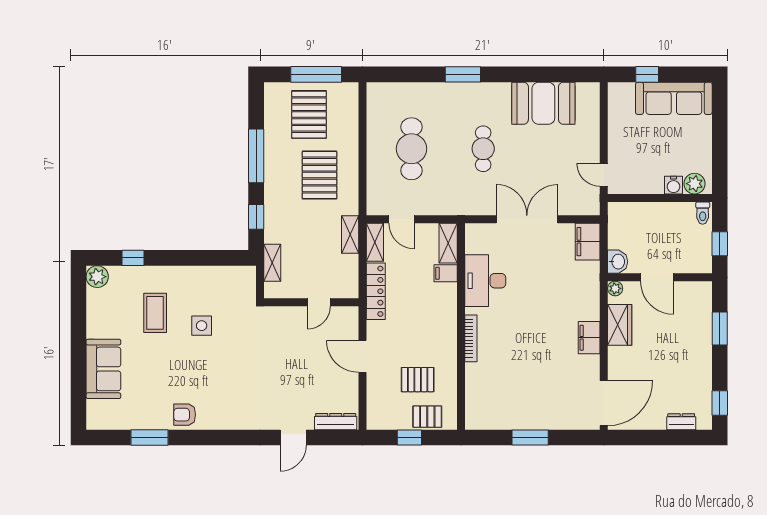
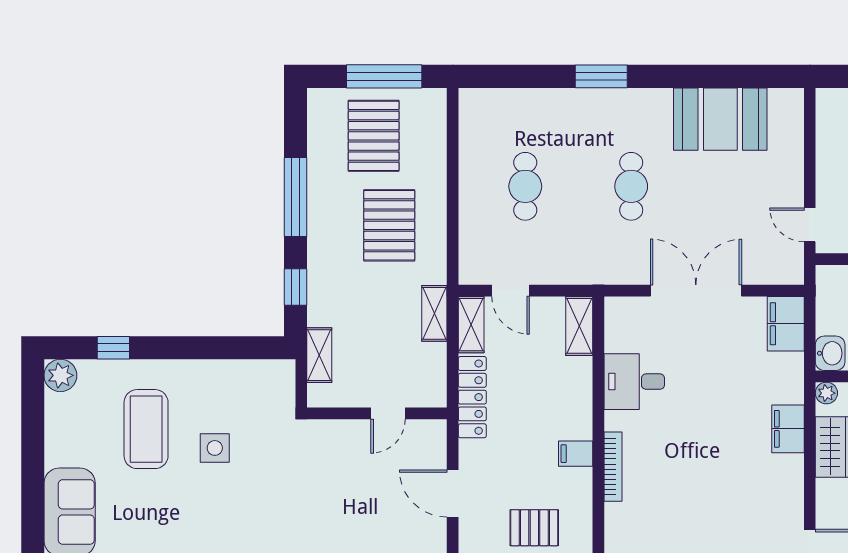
cafe table: (412, 149) -> (525, 186), width x0.73, depth x0.74
filing cabinet: (446, 273) -> (576, 454), moved
desk: (485, 281) -> (634, 382), width x0.73
coffee table: (155, 313) -> (146, 429), width x1.36, depth x1.32
filing cabinet: (589, 338) -> (788, 429), moved

